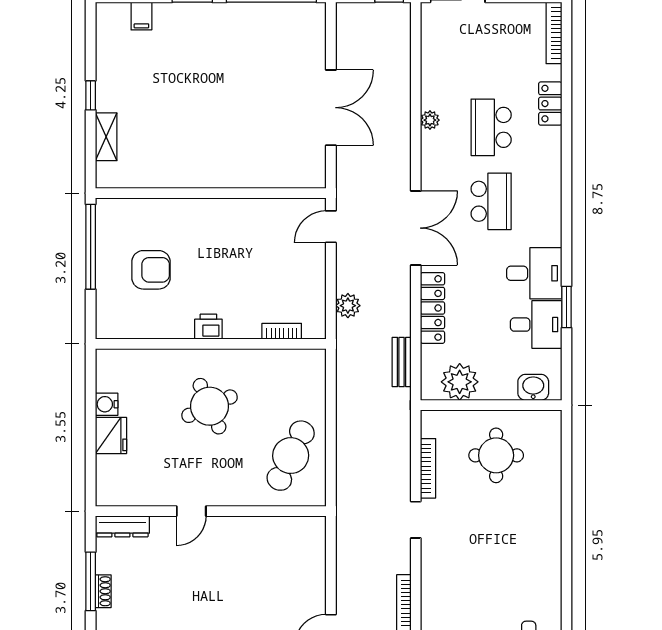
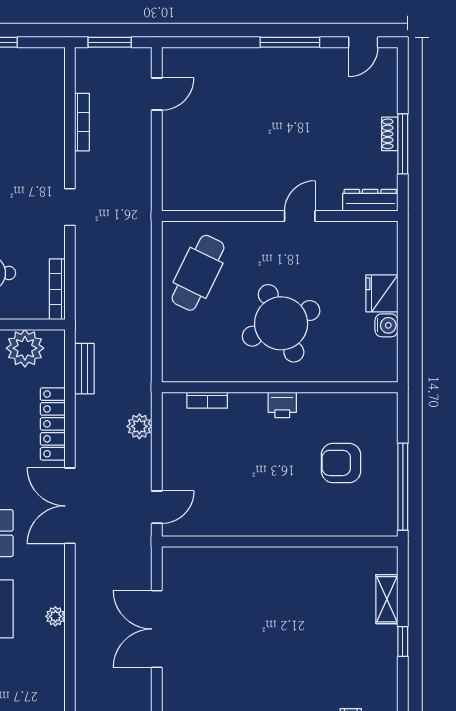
round table: (210, 406) -> (281, 323), width x1.36, depth x1.36
bookcase: (428, 468) -> (57, 289), moved

